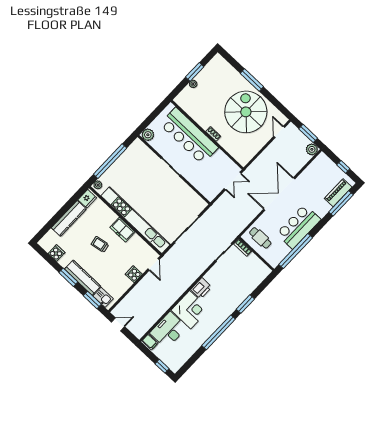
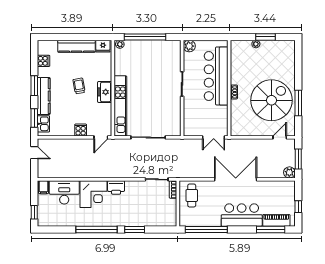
window: (252, 80) -> (298, 103), moved
kitchen unit: (136, 220) -> (120, 106), width x0.73
bar counter: (299, 227) -> (242, 215), moved

